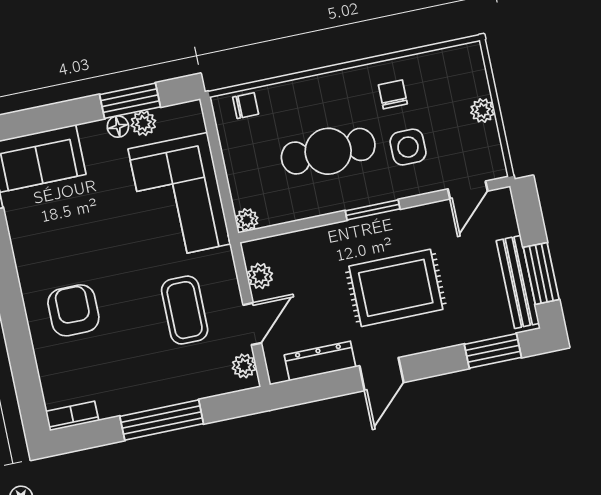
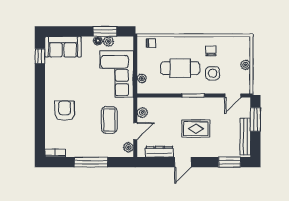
plant: (247, 220) -> (142, 78), moved
window: (541, 273) -> (255, 119), moved
rug: (396, 288) -> (196, 129), width x0.73, depth x0.70

